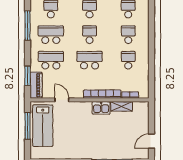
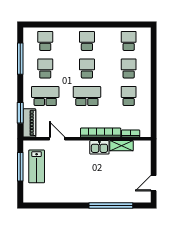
school desk: (51, 35) -> (45, 68), width x0.54
lab bench: (43, 126) -> (37, 166), width x0.73, depth x0.72

